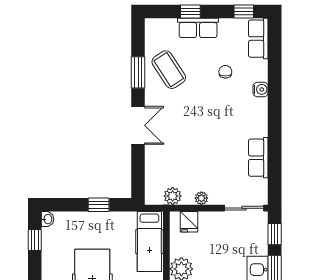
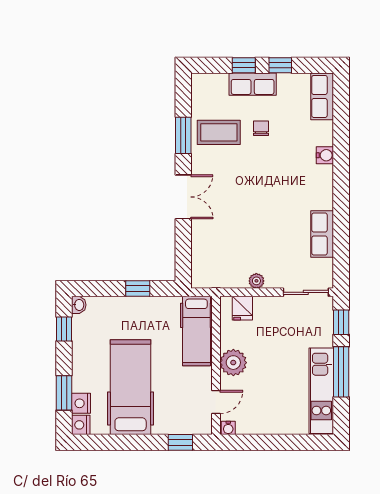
window: (244, 12) -> (280, 65), moved
coffee table: (169, 70) -> (219, 132), turned -57
chair: (225, 72) -> (261, 128), moved
plant: (173, 196) -> (223, 278), removed

